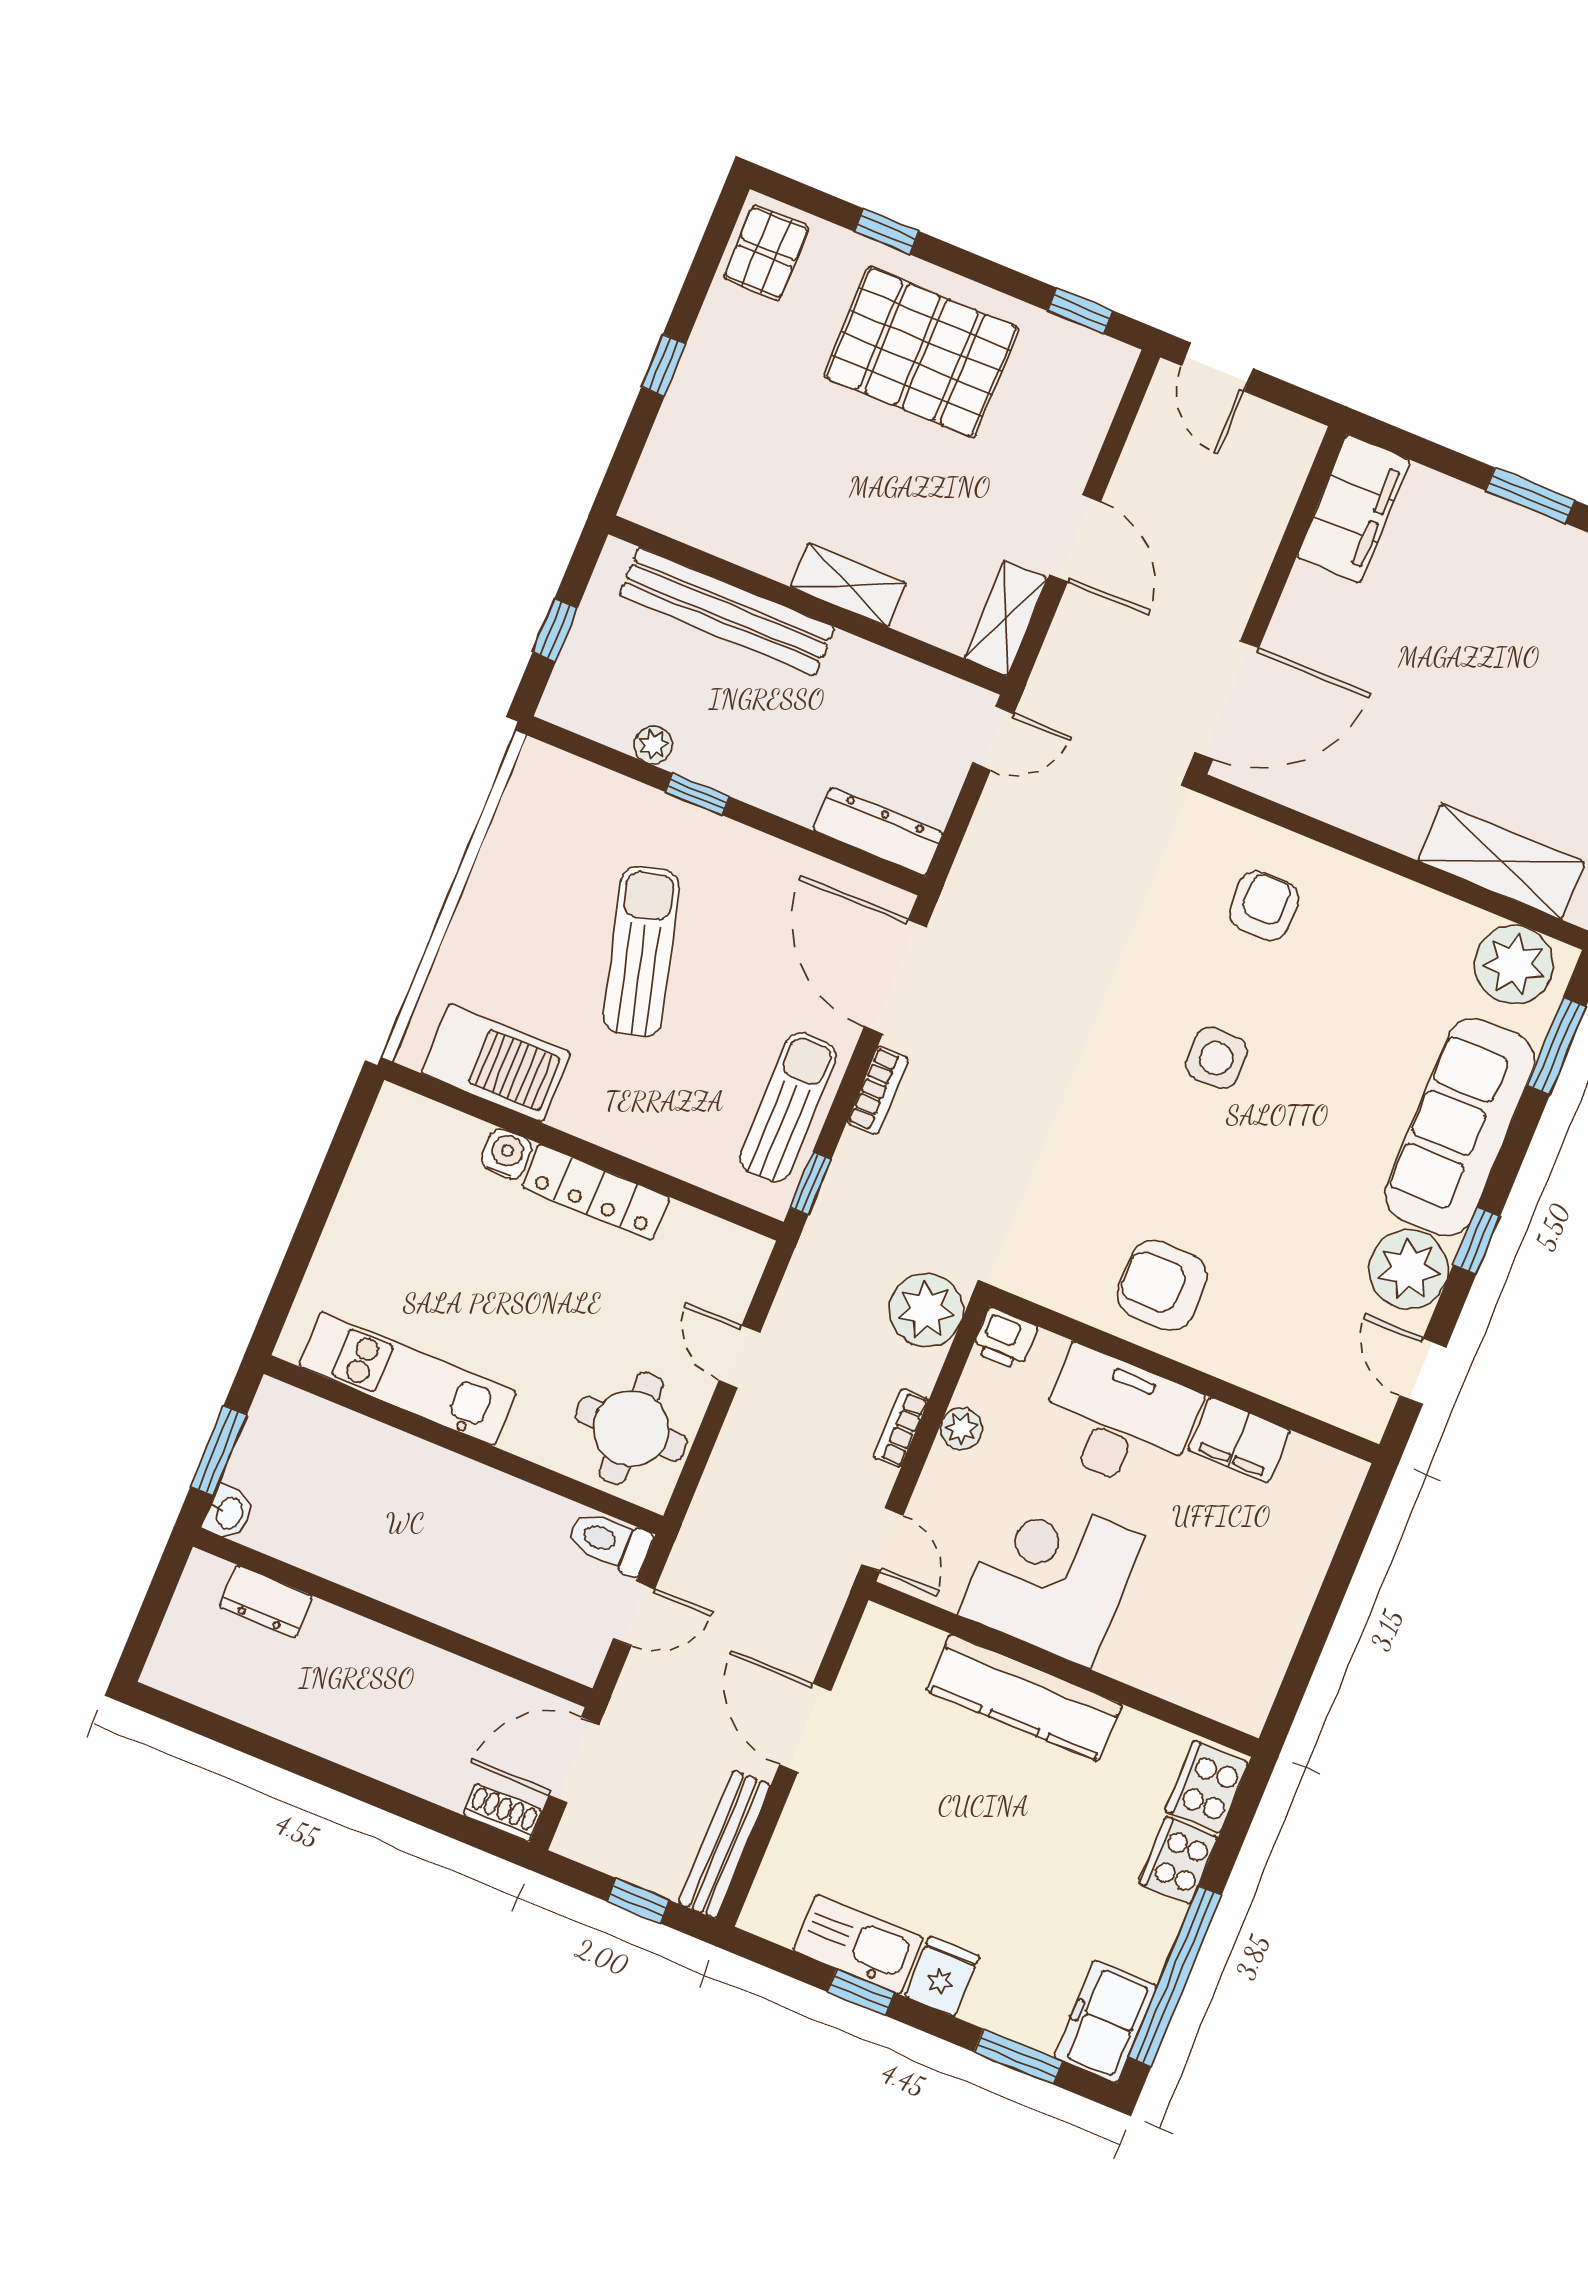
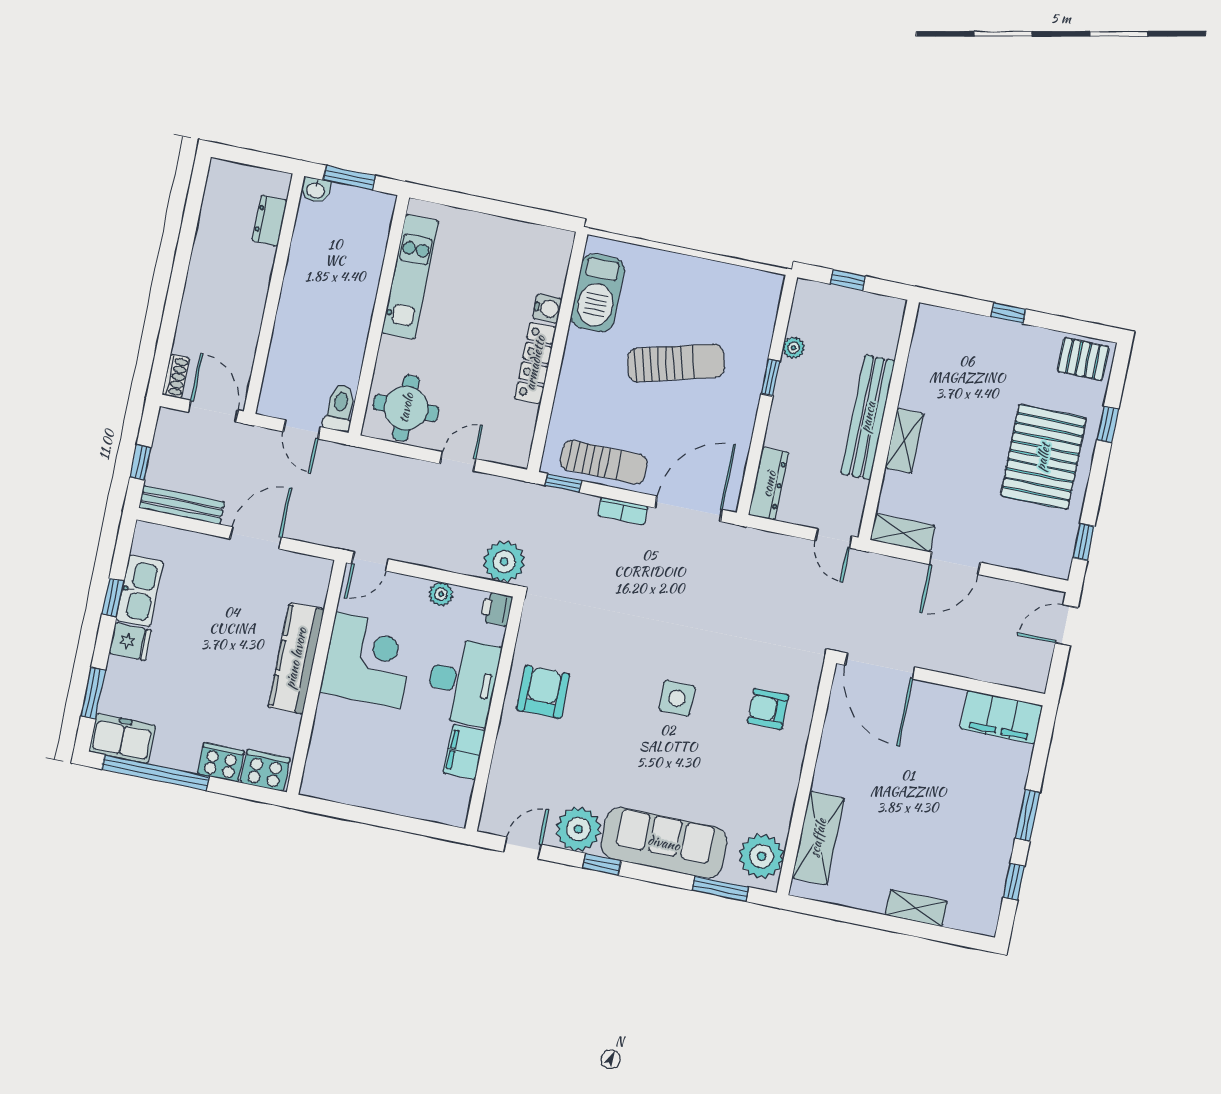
bench: (727, 611) -> (868, 417), moved
armchair: (1264, 906) -> (768, 709), turned 180
bookcase: (901, 1428) -> (435, 560), removed

